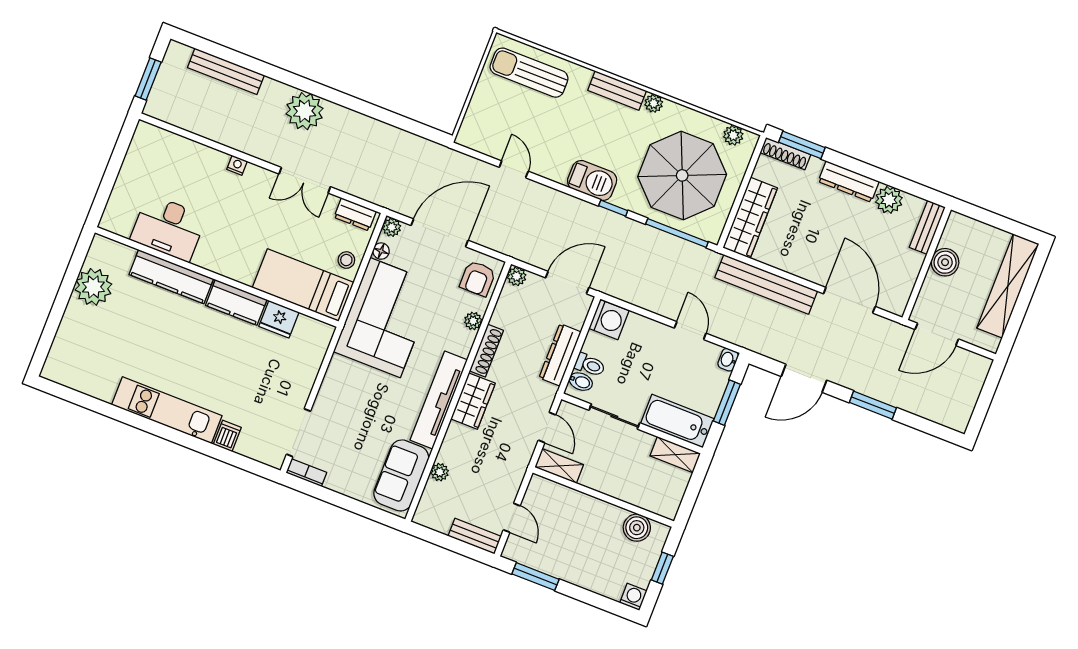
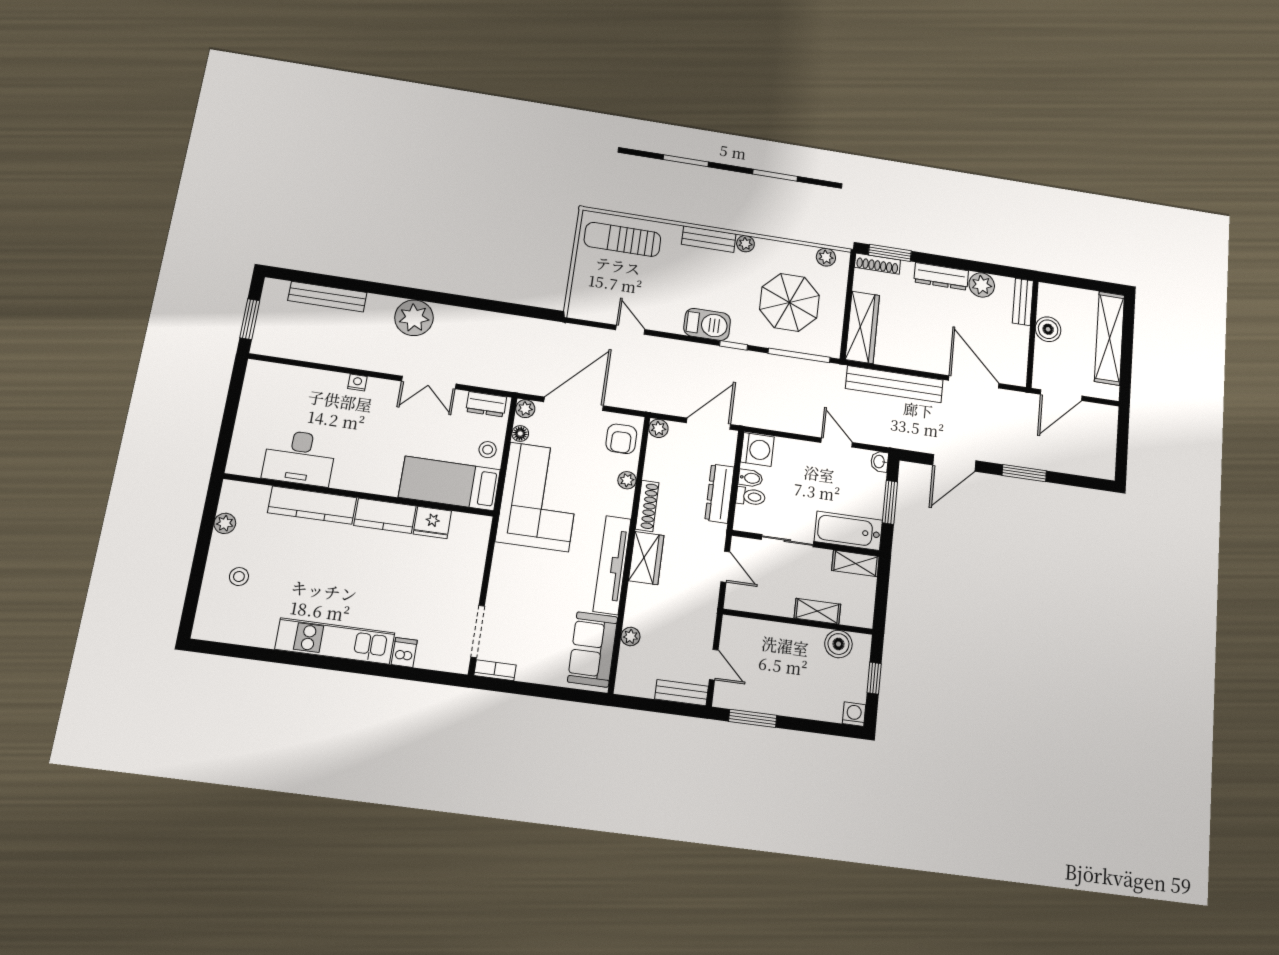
parasol: (682, 175) -> (789, 302), width x0.73, depth x0.73
plant: (93, 287) -> (225, 523), width x0.53, depth x0.53
stool: (92, 329) -> (239, 577), added
bidet: (581, 382) -> (750, 478), moved
shelving: (559, 466) -> (817, 611), moved

